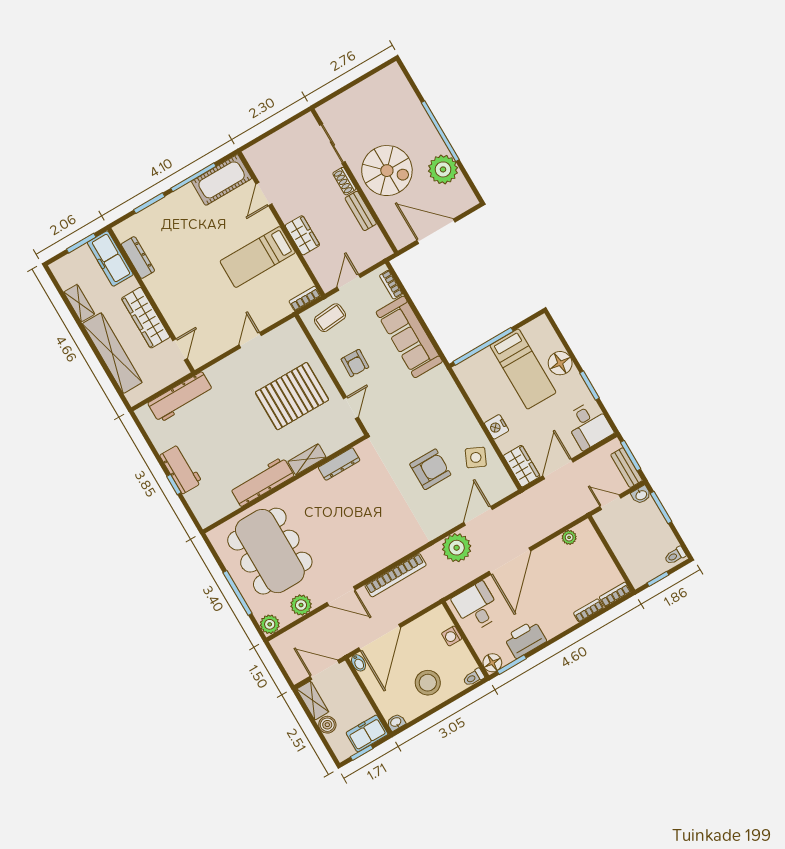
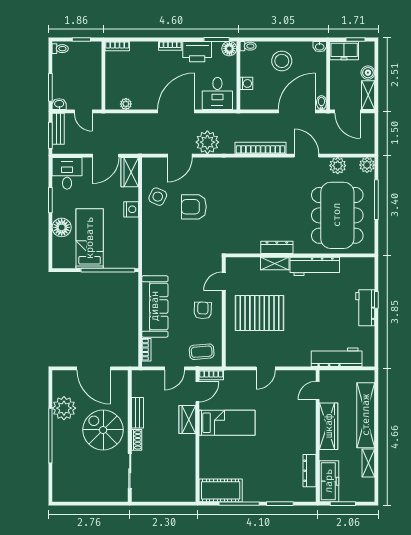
door: (264, 194) -> (197, 392), moved
dresser: (339, 464) -> (277, 247), moved
bookcase: (588, 610) -> (170, 46), moved

